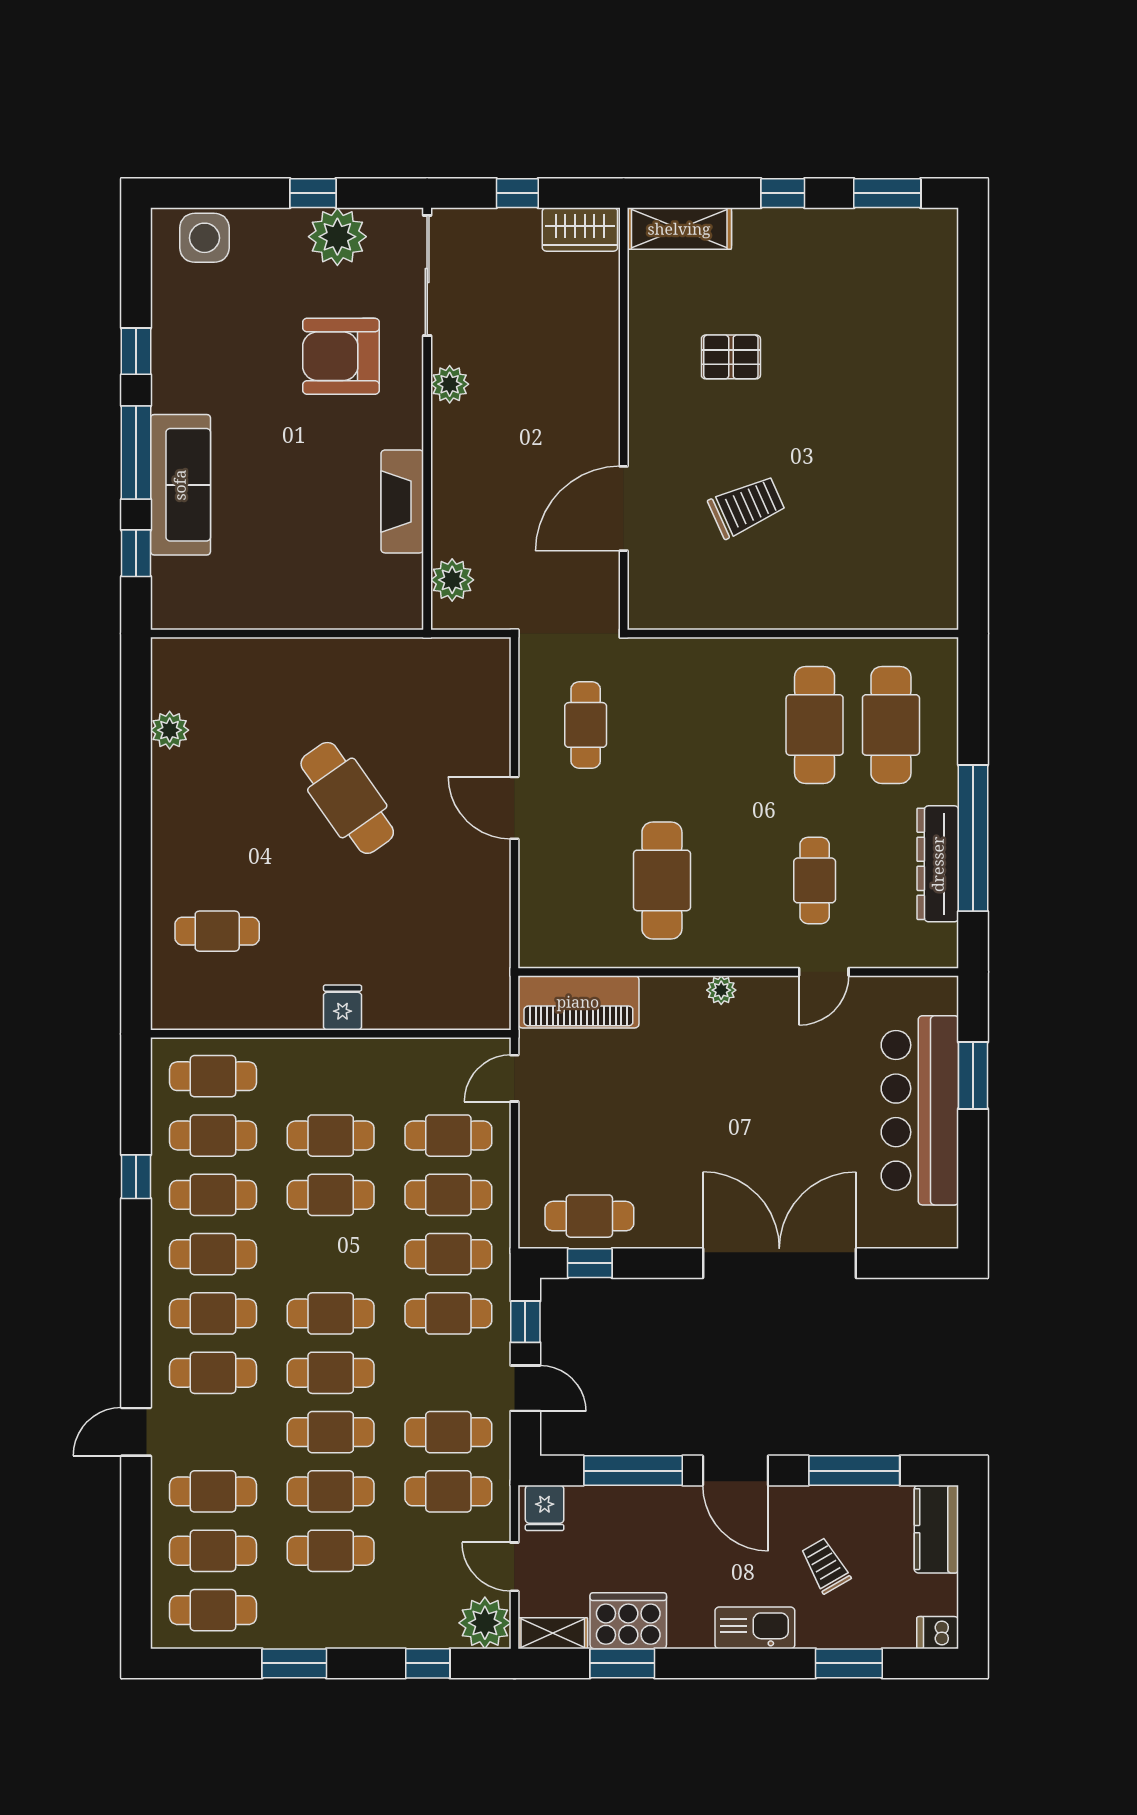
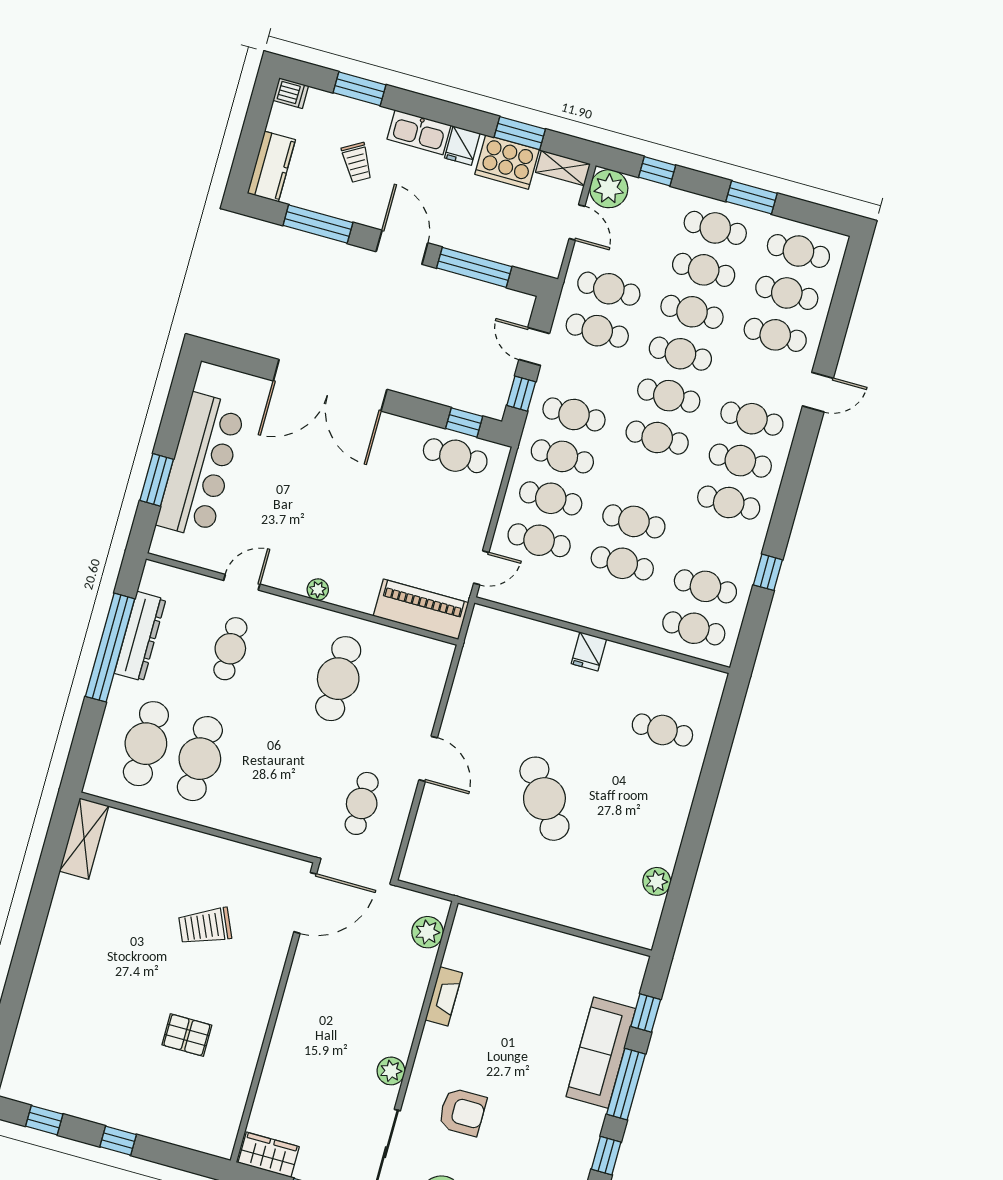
window: (887, 193) -> (44, 1120), width x0.67
shelving: (679, 229) -> (84, 838), moved, turned 90
armchair: (341, 356) -> (462, 1112), width x0.73, depth x0.73
fireplace: (402, 501) -> (444, 996), width x0.73, depth x0.76
door: (624, 509) -> (305, 903), moved
cafe table: (213, 1195) -> (715, 228), moved
fridge: (545, 1508) -> (462, 146), moved, turned 180

